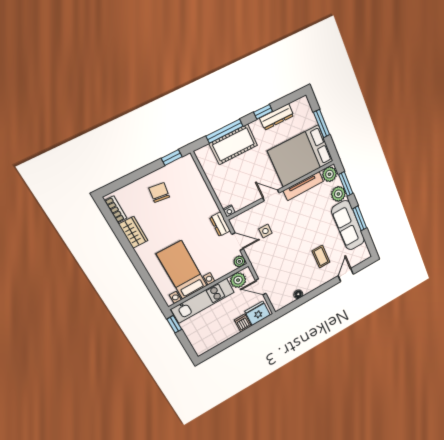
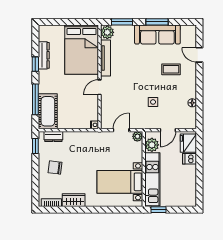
window: (322, 124) -> (65, 22), removed
cot: (233, 144) -> (48, 111), moved
plant: (338, 194) -> (127, 32), removed
dresser: (220, 224) -> (53, 137), moved
side table: (265, 231) -> (153, 102), moved

